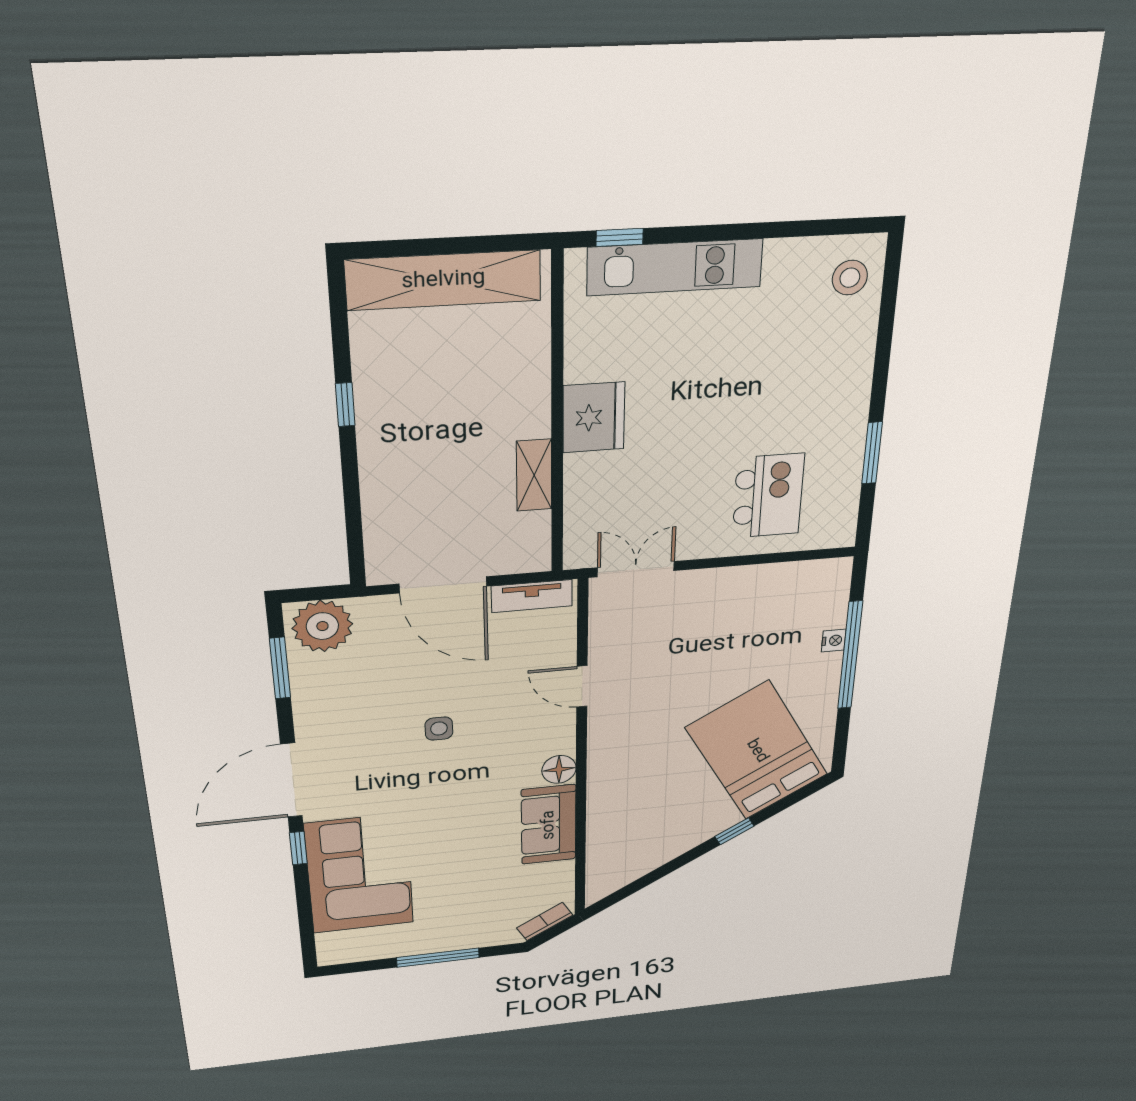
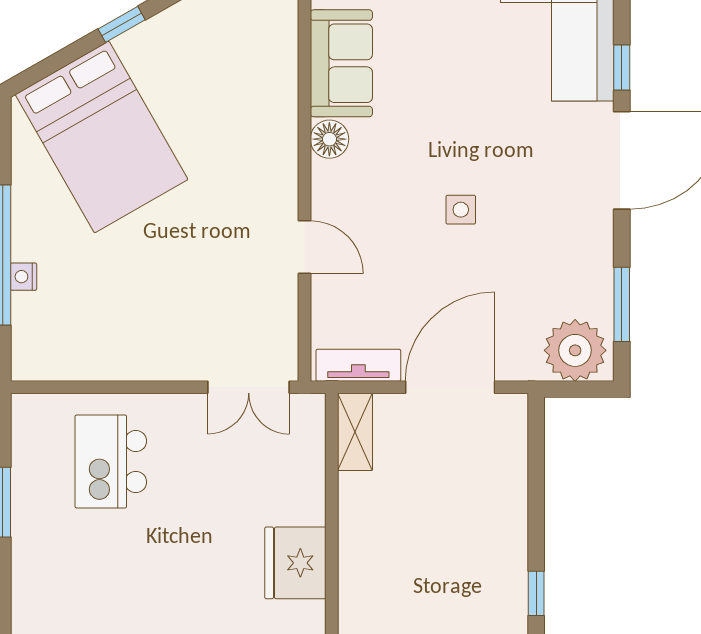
shelving: (534, 475) -> (355, 432), moved
door: (443, 585) -> (450, 387), hinge flipped

